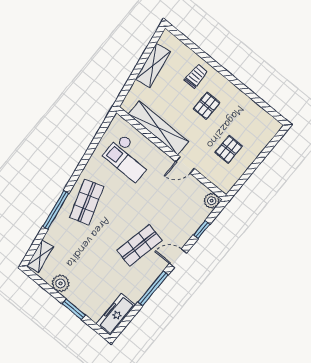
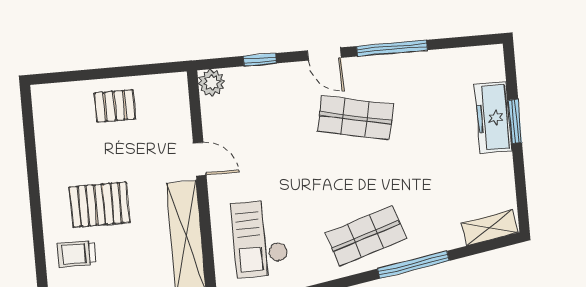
pallet: (207, 106) -> (100, 205), width x1.50, depth x1.42
pallet: (229, 149) -> (115, 106), moved
checkout: (128, 158) -> (260, 238), turned 180
plant: (61, 283) -> (499, 169), removed
freezer: (116, 314) -> (493, 118), moved, turned 90

